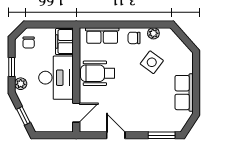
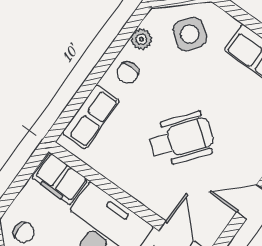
side table: (152, 62) -> (190, 34), moved
wheelchair: (98, 73) -> (182, 139), moved, turned -142

